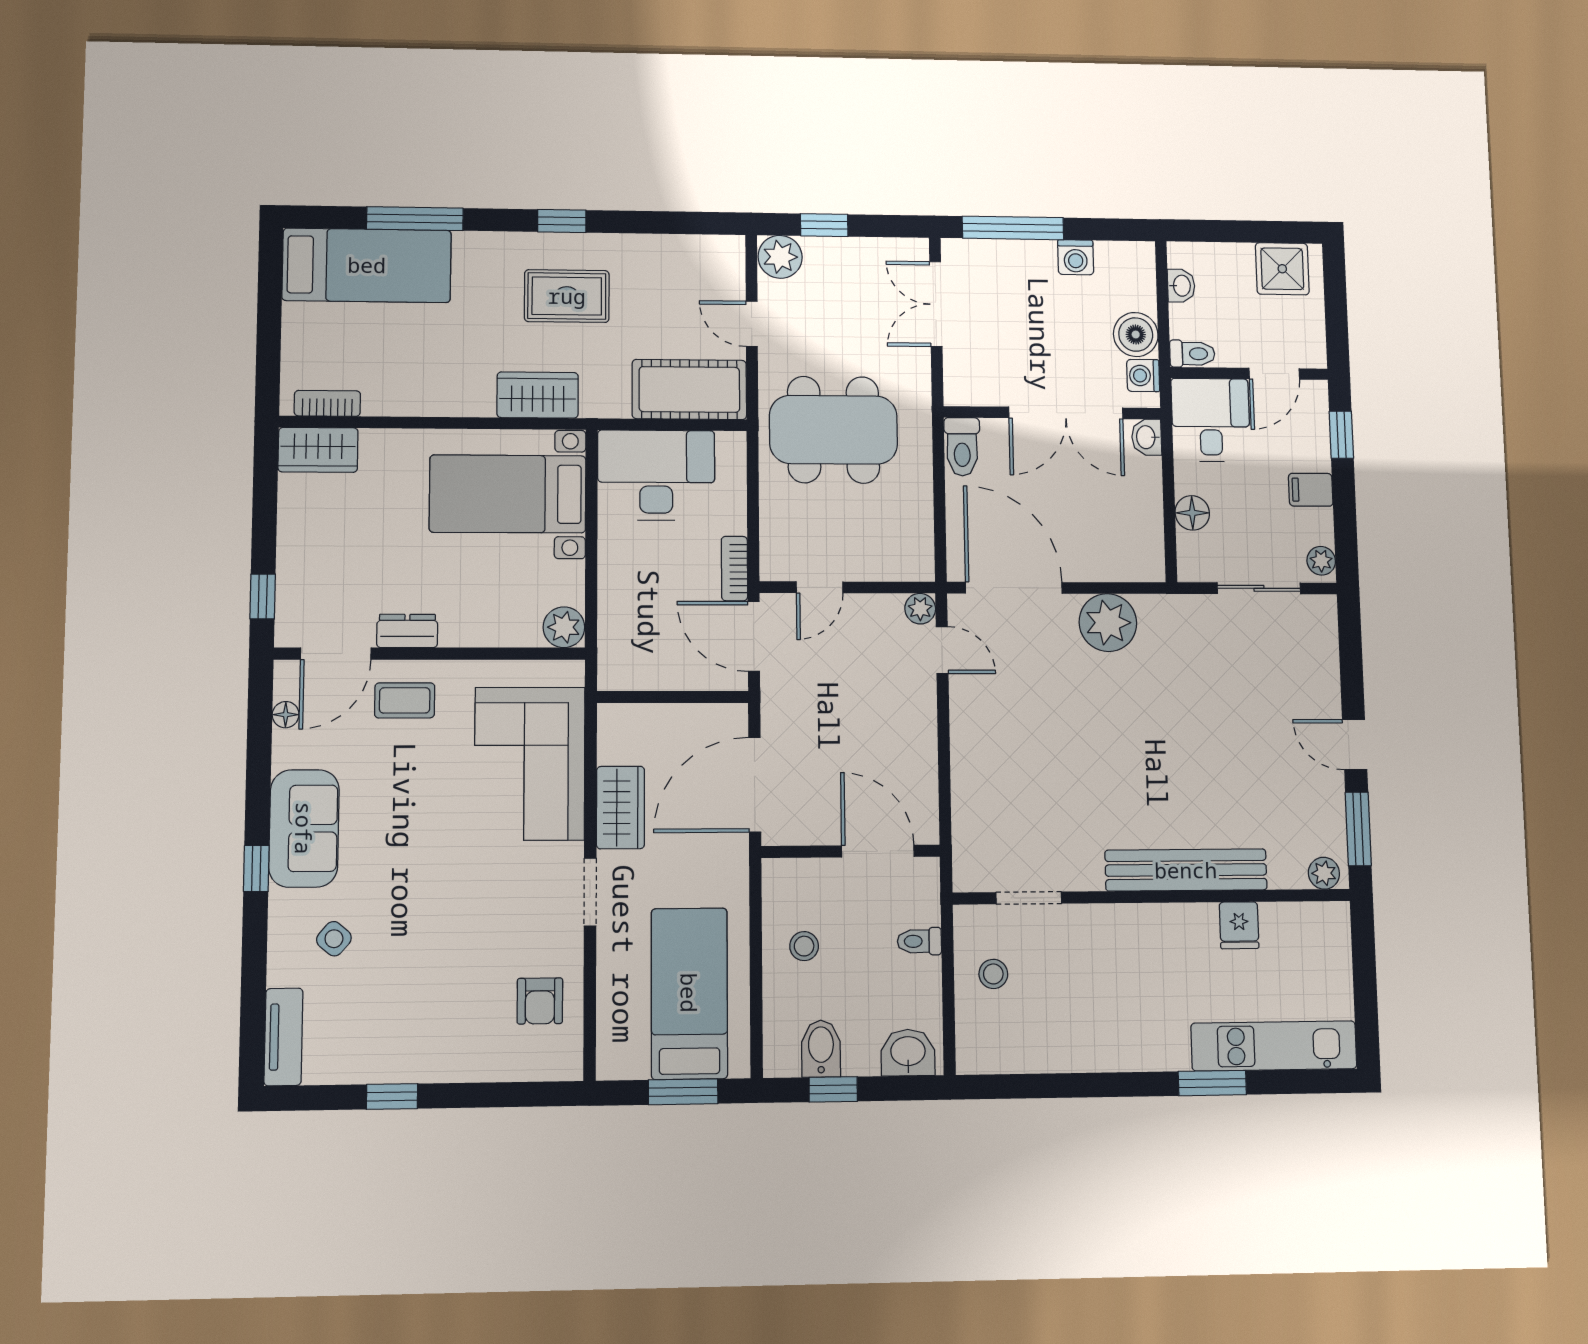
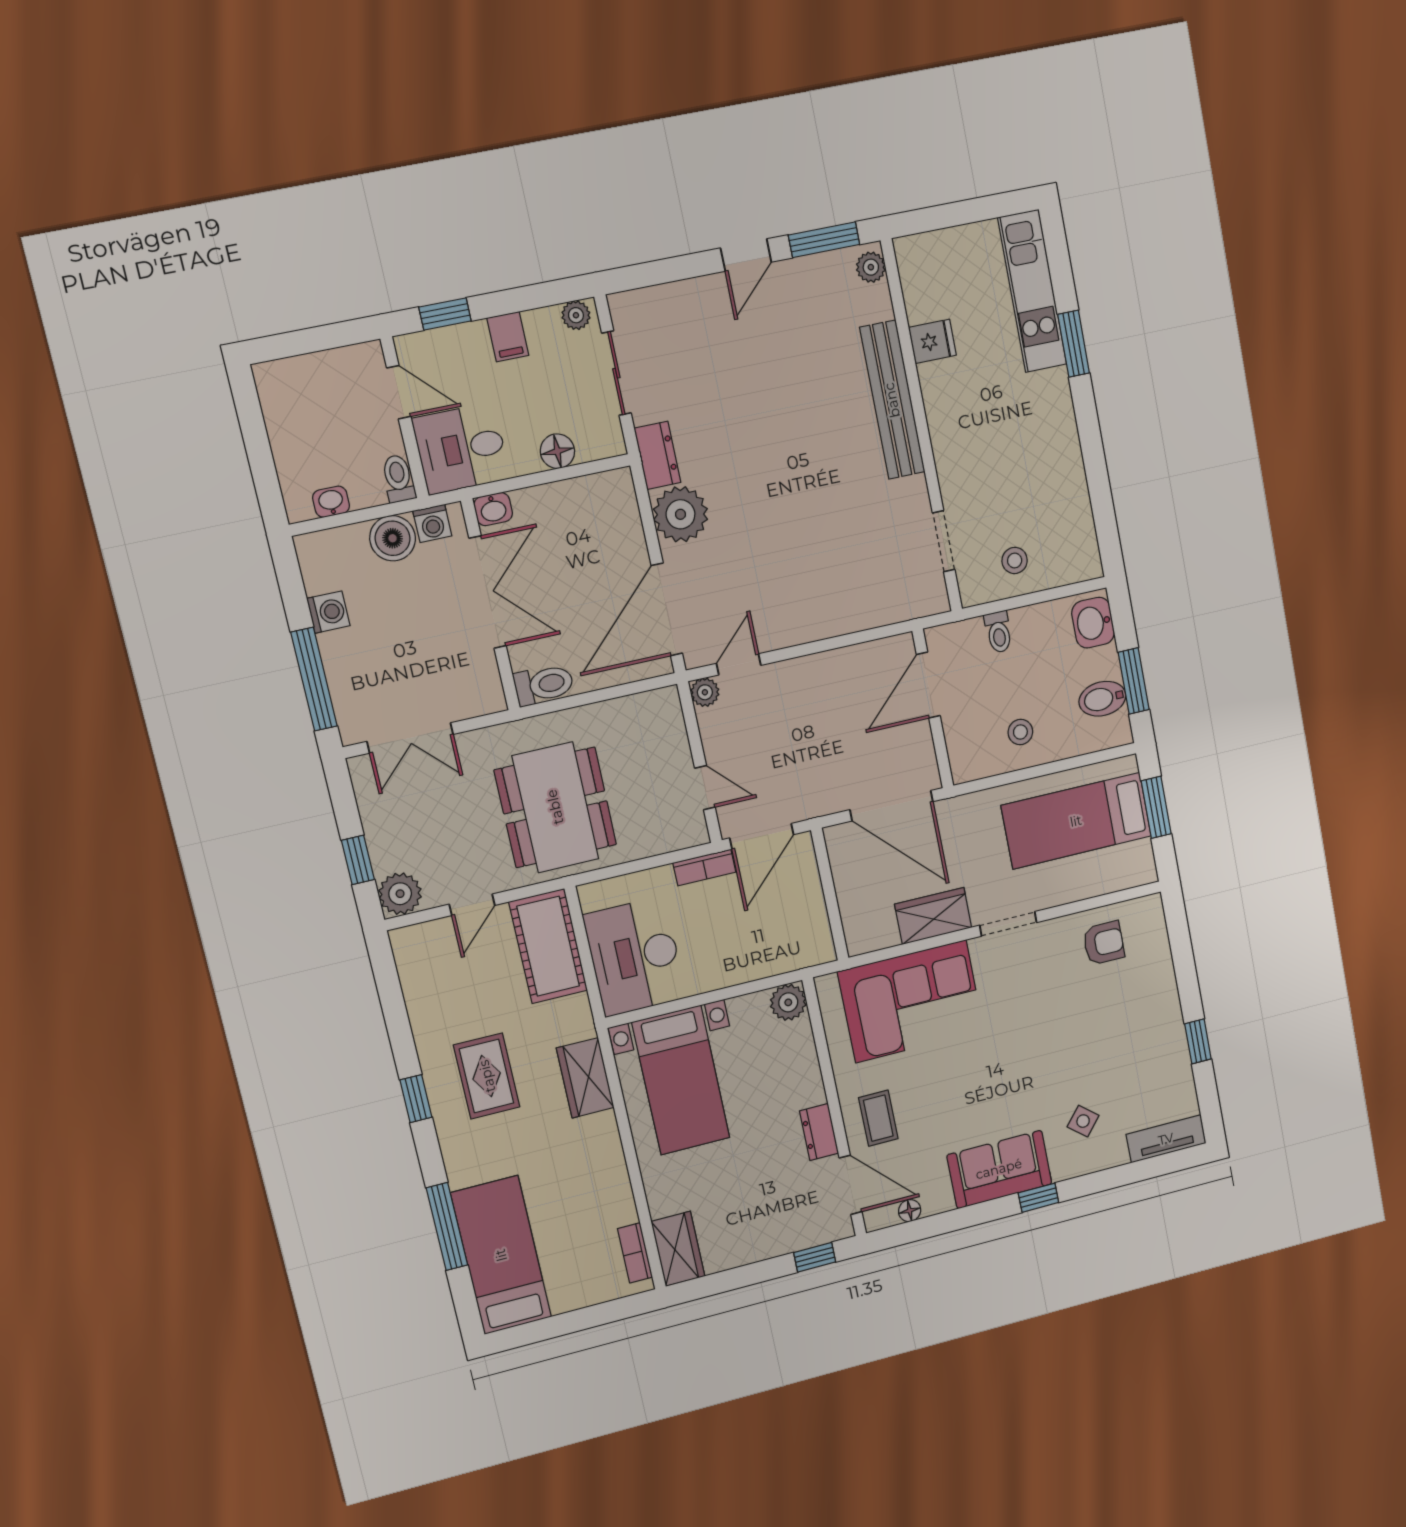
shower: (1282, 269) -> (287, 402), removed
dresser: (1171, 612) -> (657, 455), added
window: (833, 1089) -> (1134, 681), width x1.50

